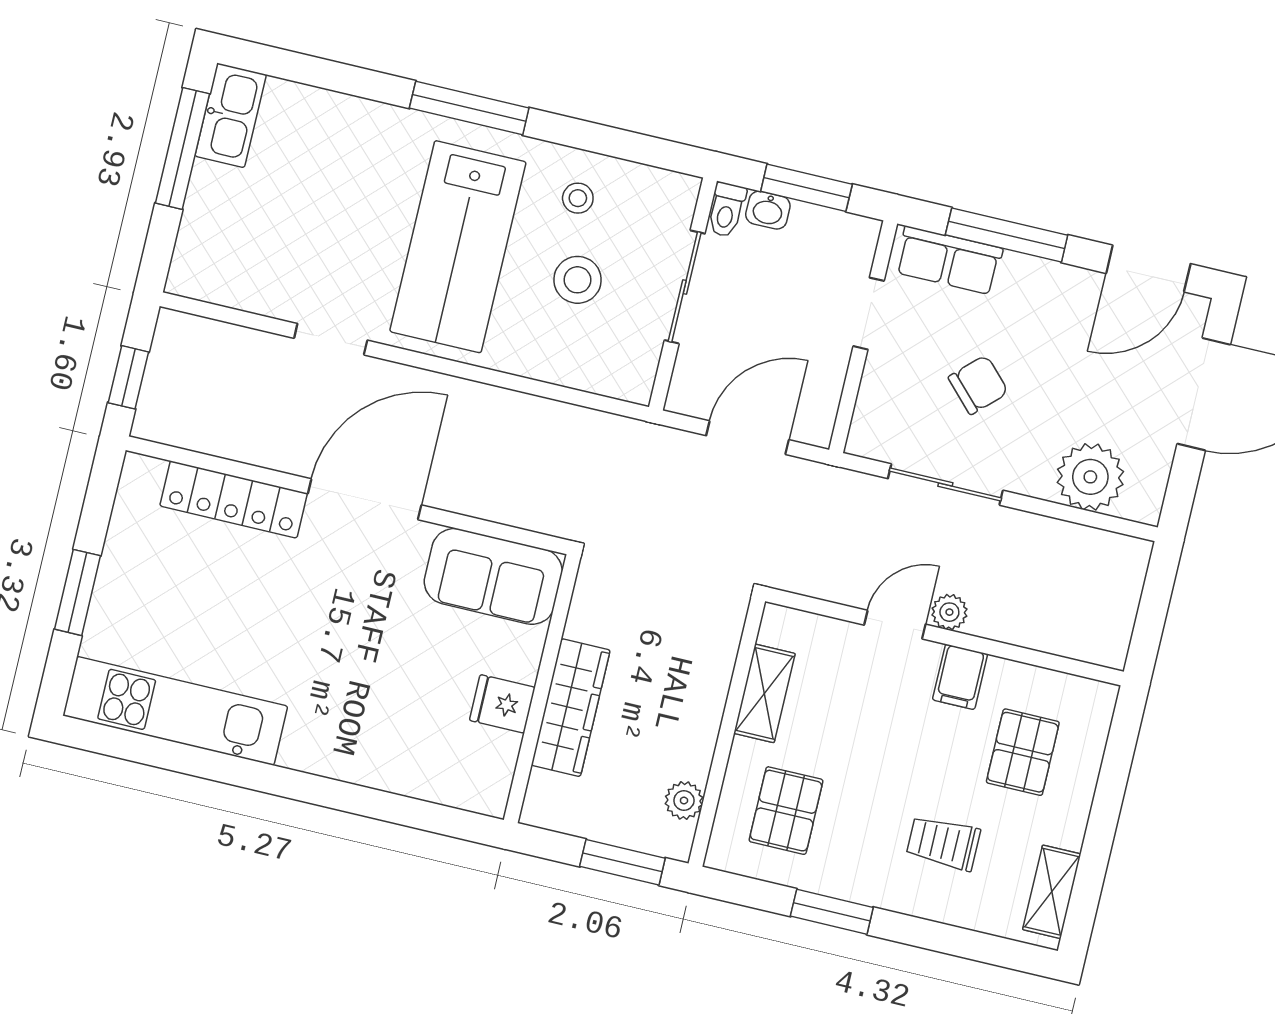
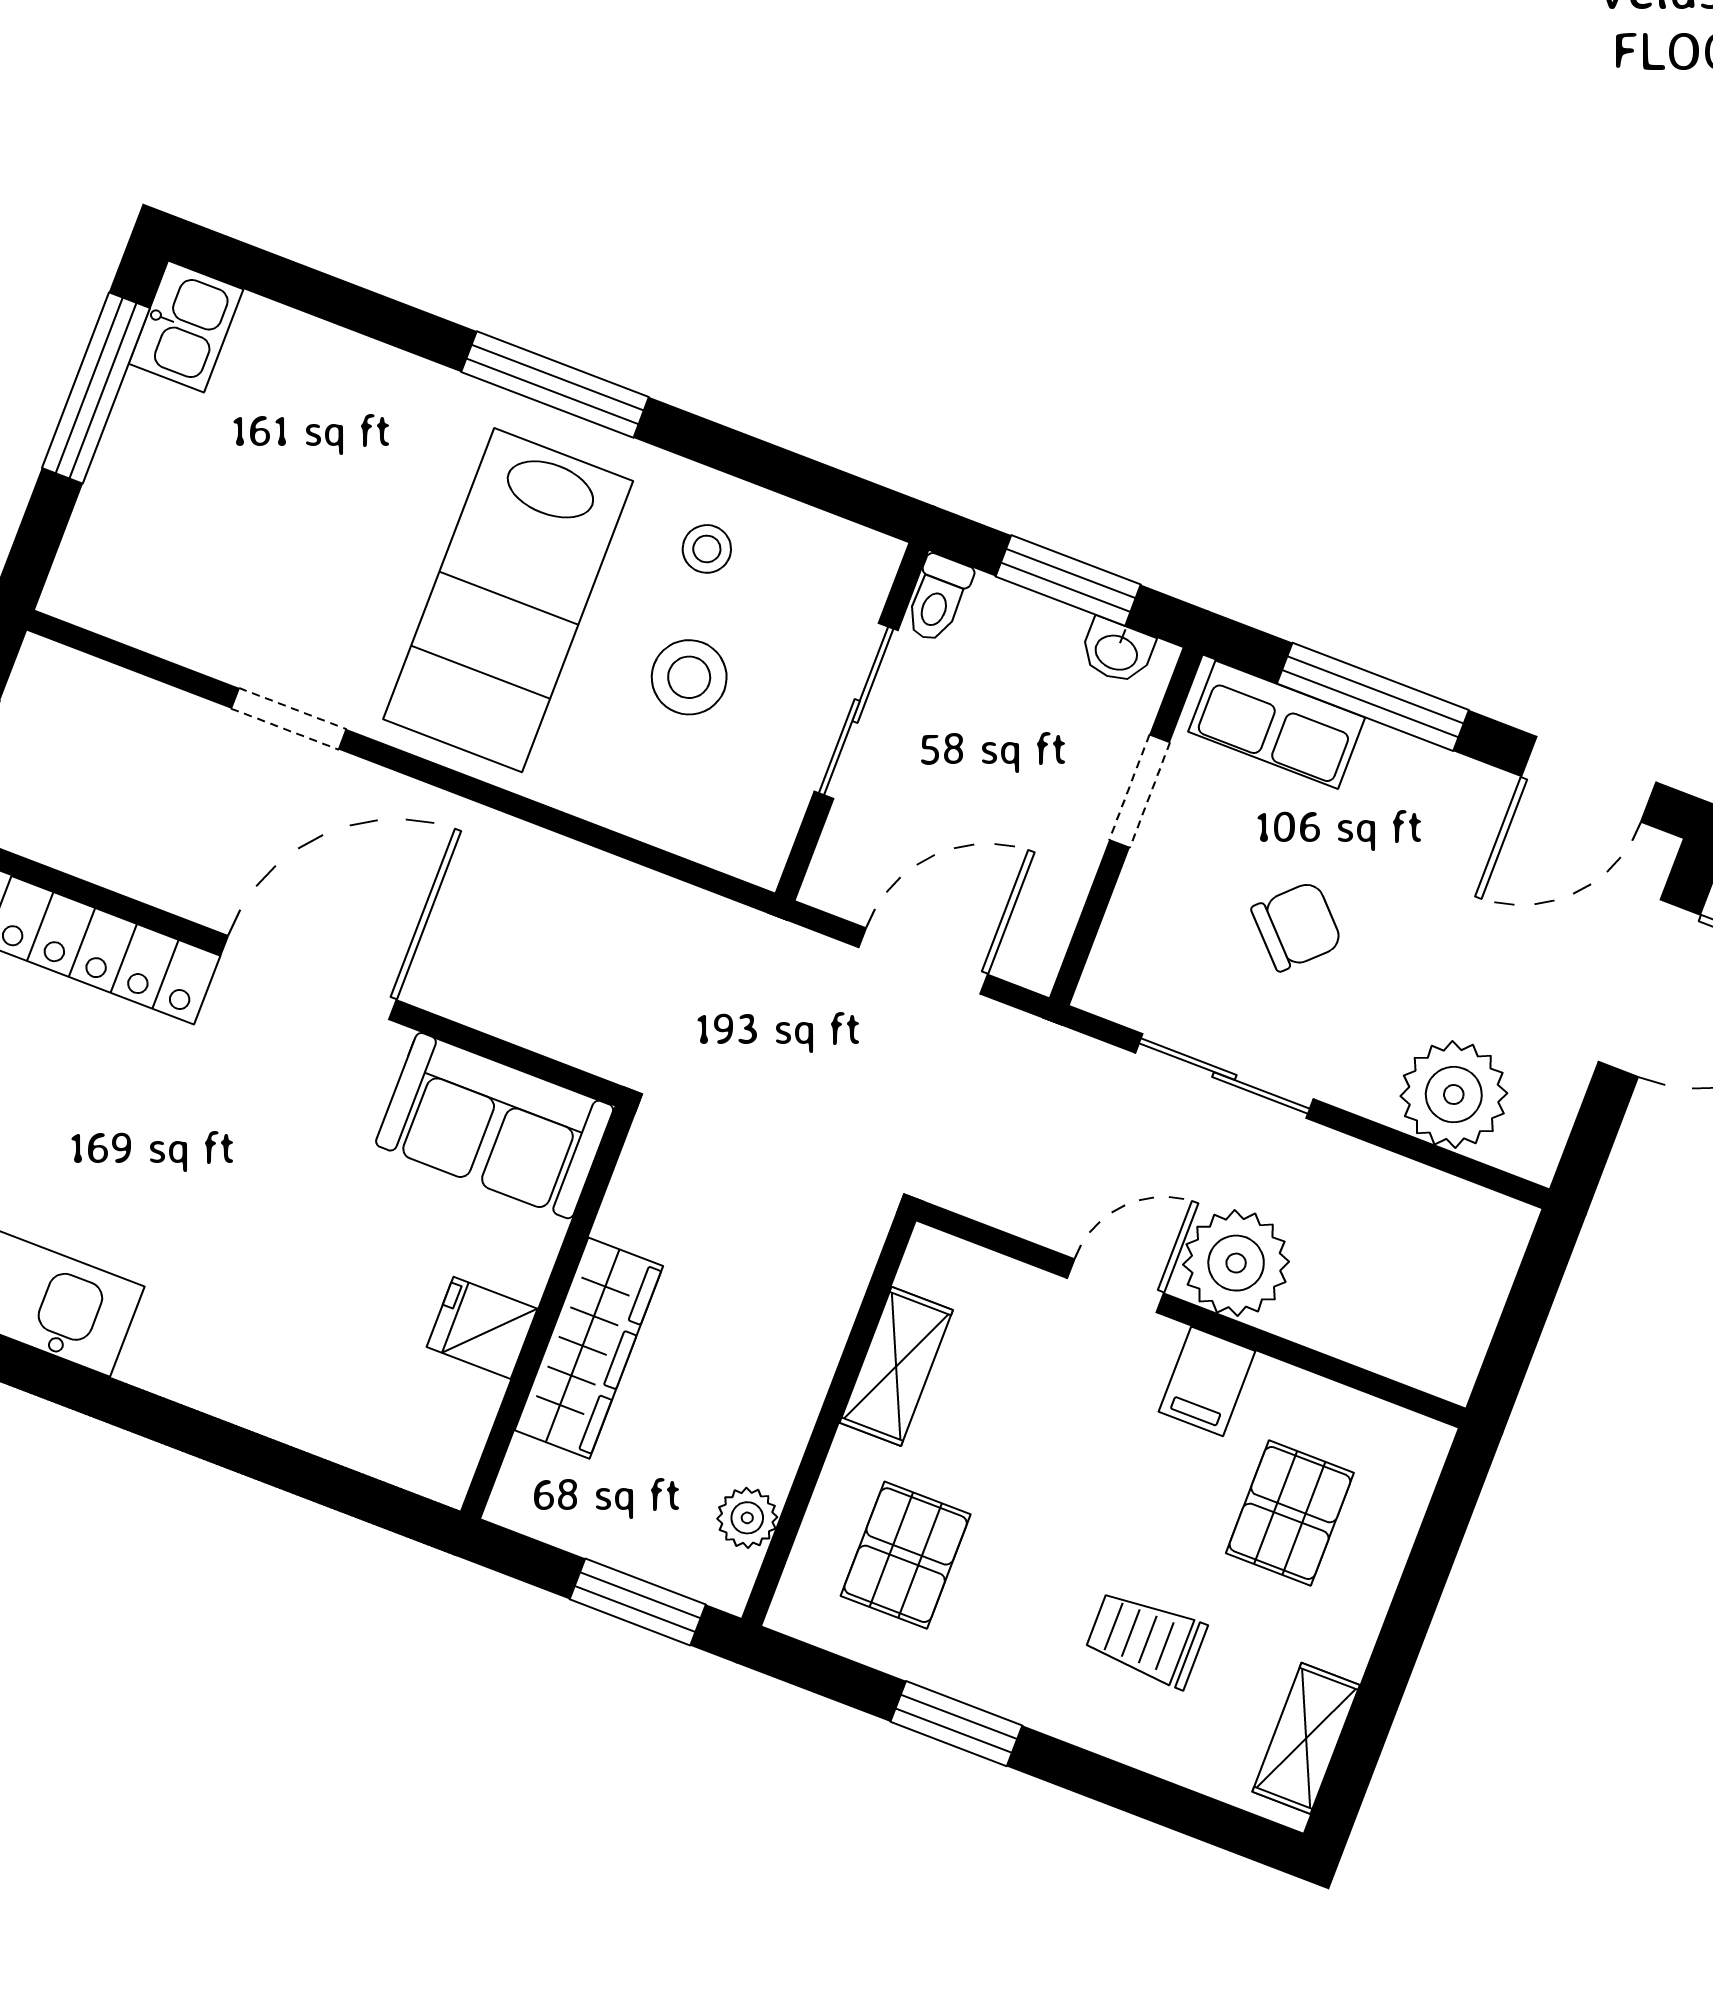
kitchen sink: (231, 115) -> (186, 327), width x0.73
washbasin: (768, 210) -> (1117, 651), moved
plant: (949, 612) -> (1236, 1263), width x1.87, depth x1.87

